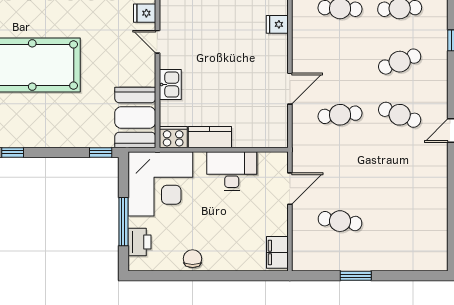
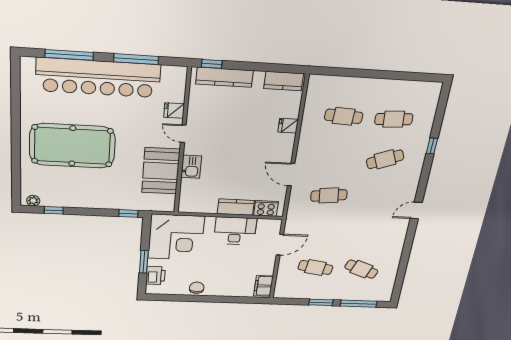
door: (290, 89) -> (291, 175), swing flipped
cafe table: (400, 115) -> (361, 269), moved
booth: (135, 118) -> (161, 171), moved
cooker: (173, 137) -> (266, 208), moved
kitchen counter: (210, 137) -> (236, 207), moved
window: (123, 222) -> (144, 262), width x0.69
window: (406, 276) -> (359, 304), added

